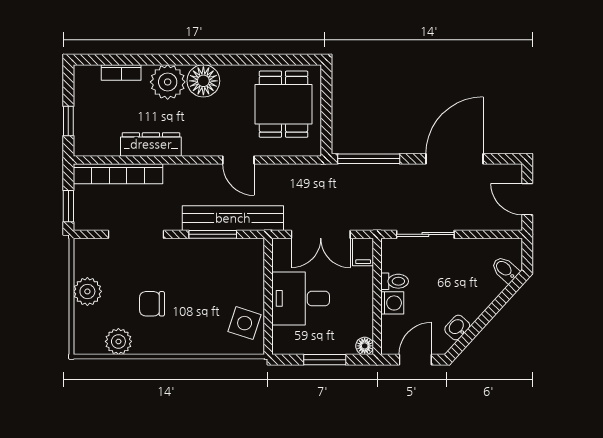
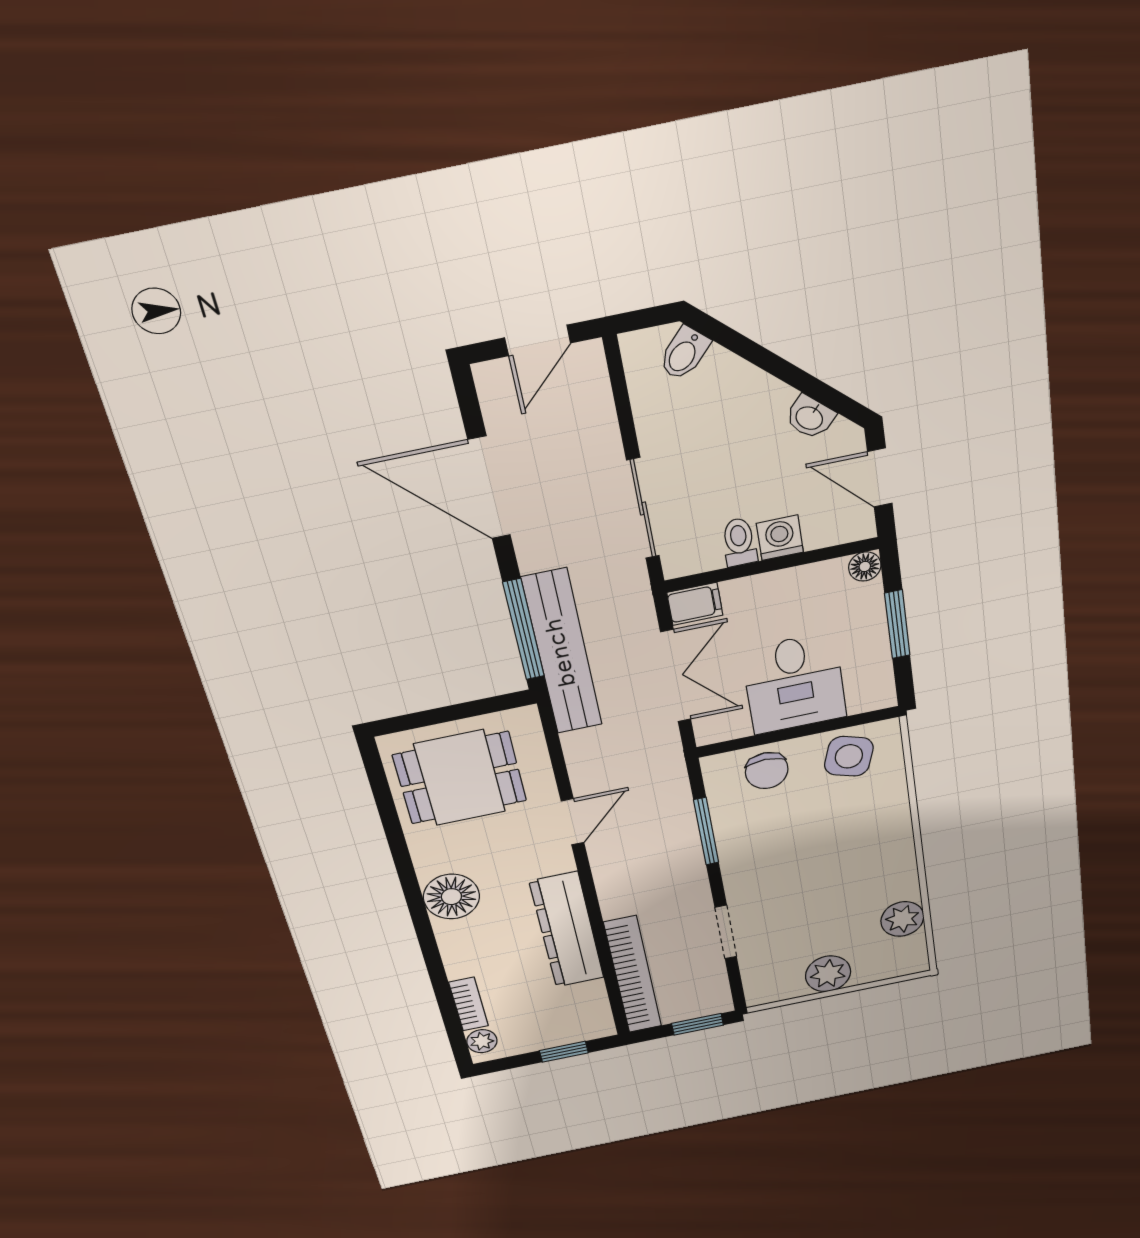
plant: (168, 82) -> (482, 1041), moved, width x0.53, depth x0.53
dresser: (151, 144) -> (567, 930), width x1.37, depth x1.24
bench: (233, 218) -> (562, 652), moved
doorway: (136, 234) -> (726, 932), width x0.73
chair: (152, 304) -> (767, 771), moved

